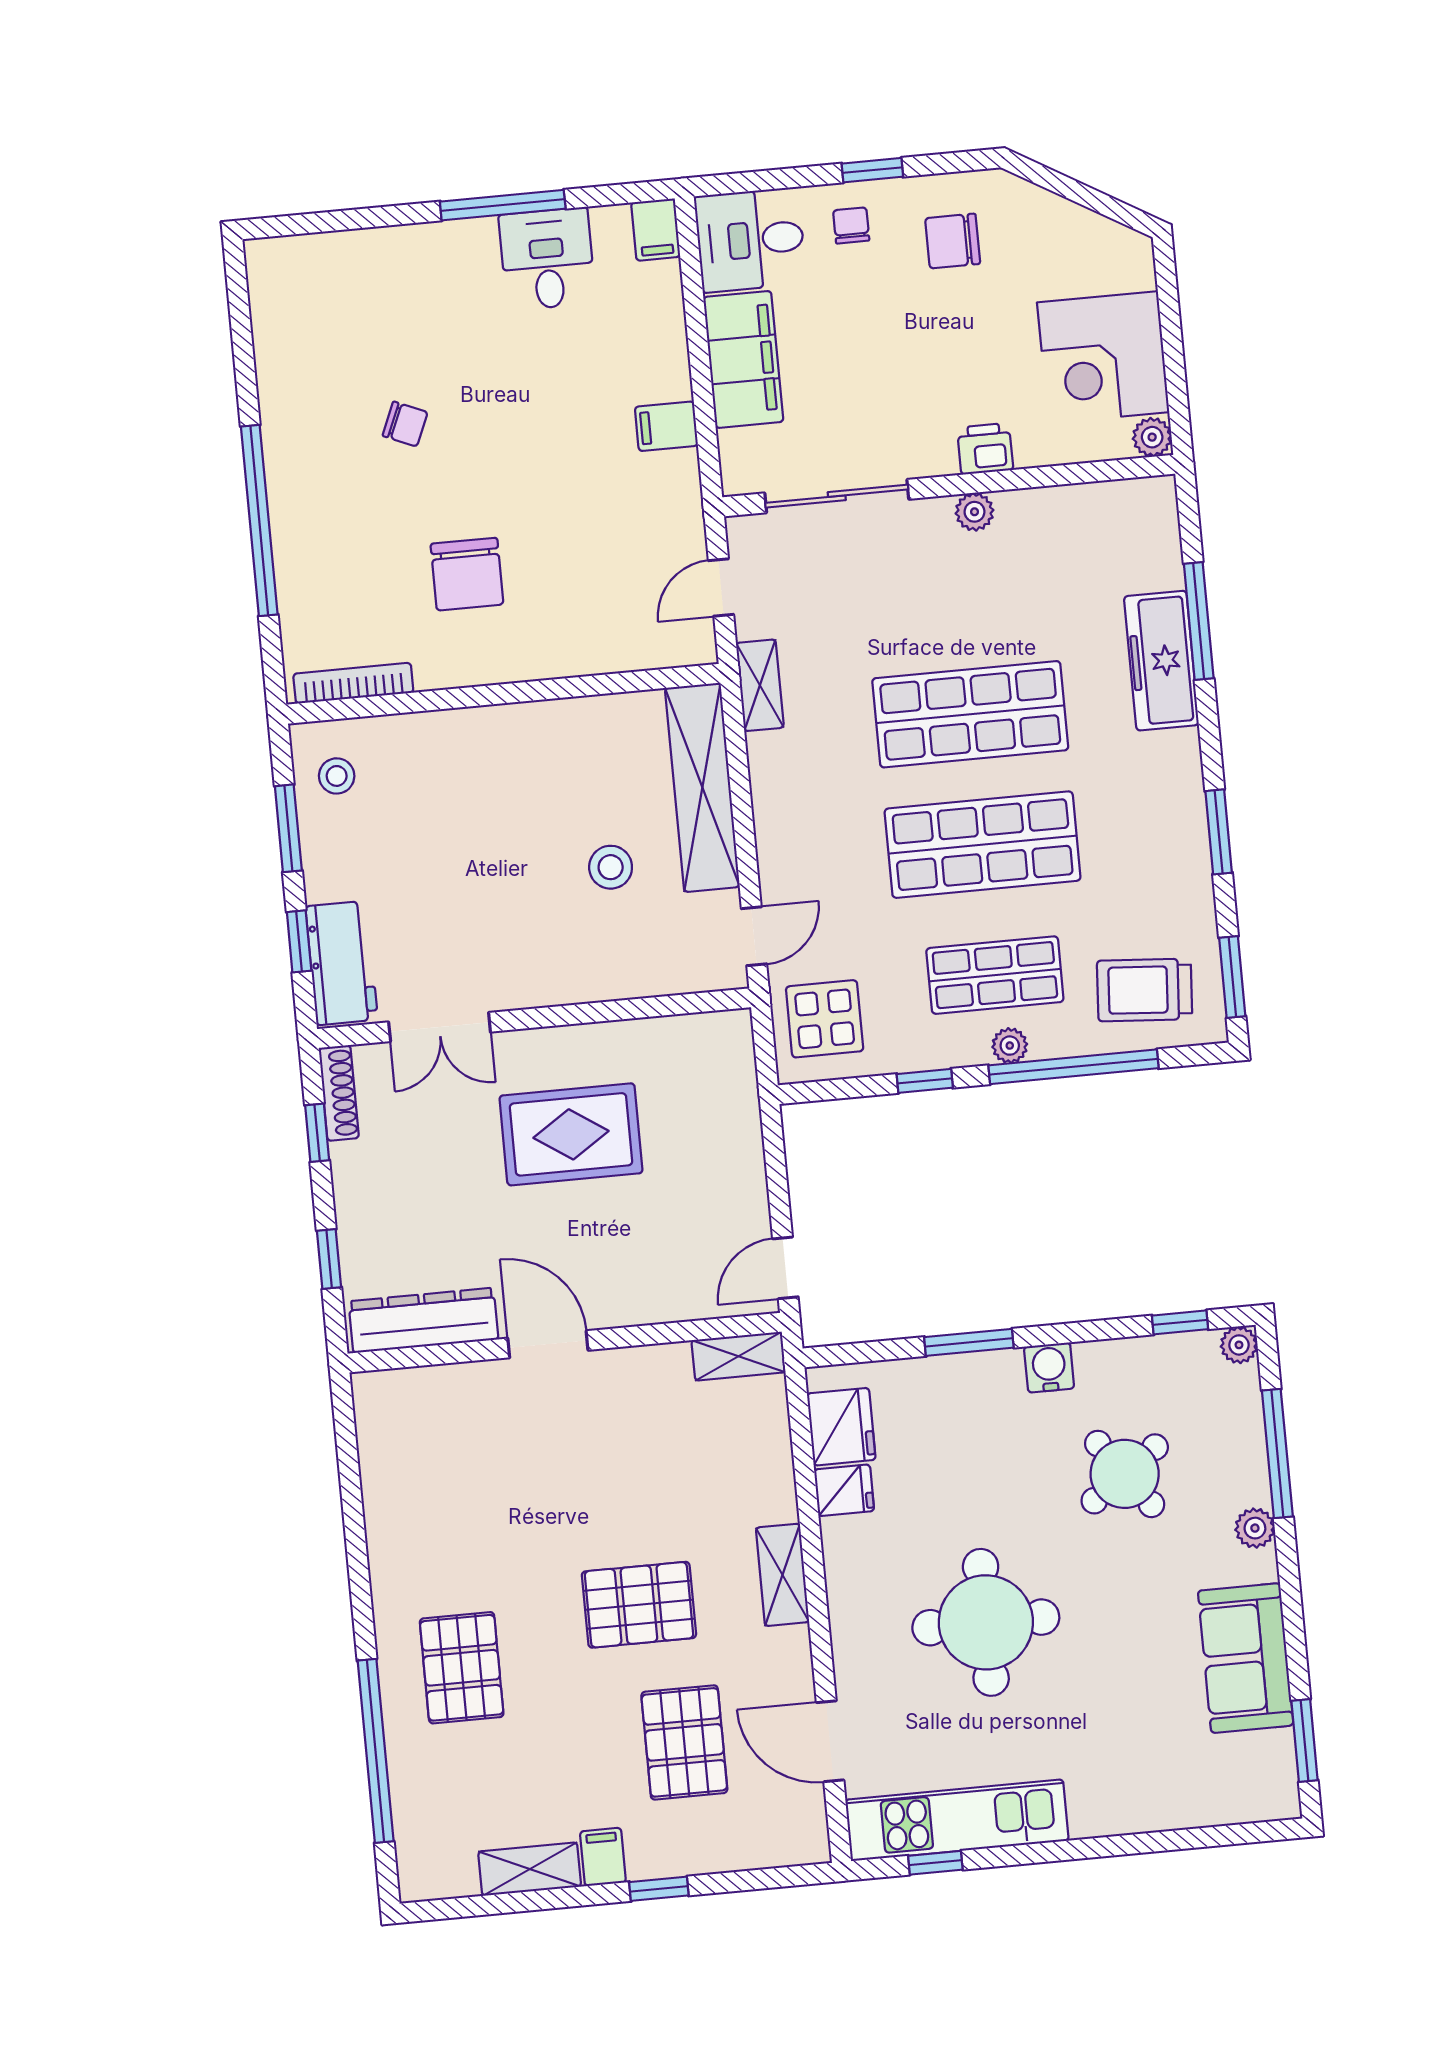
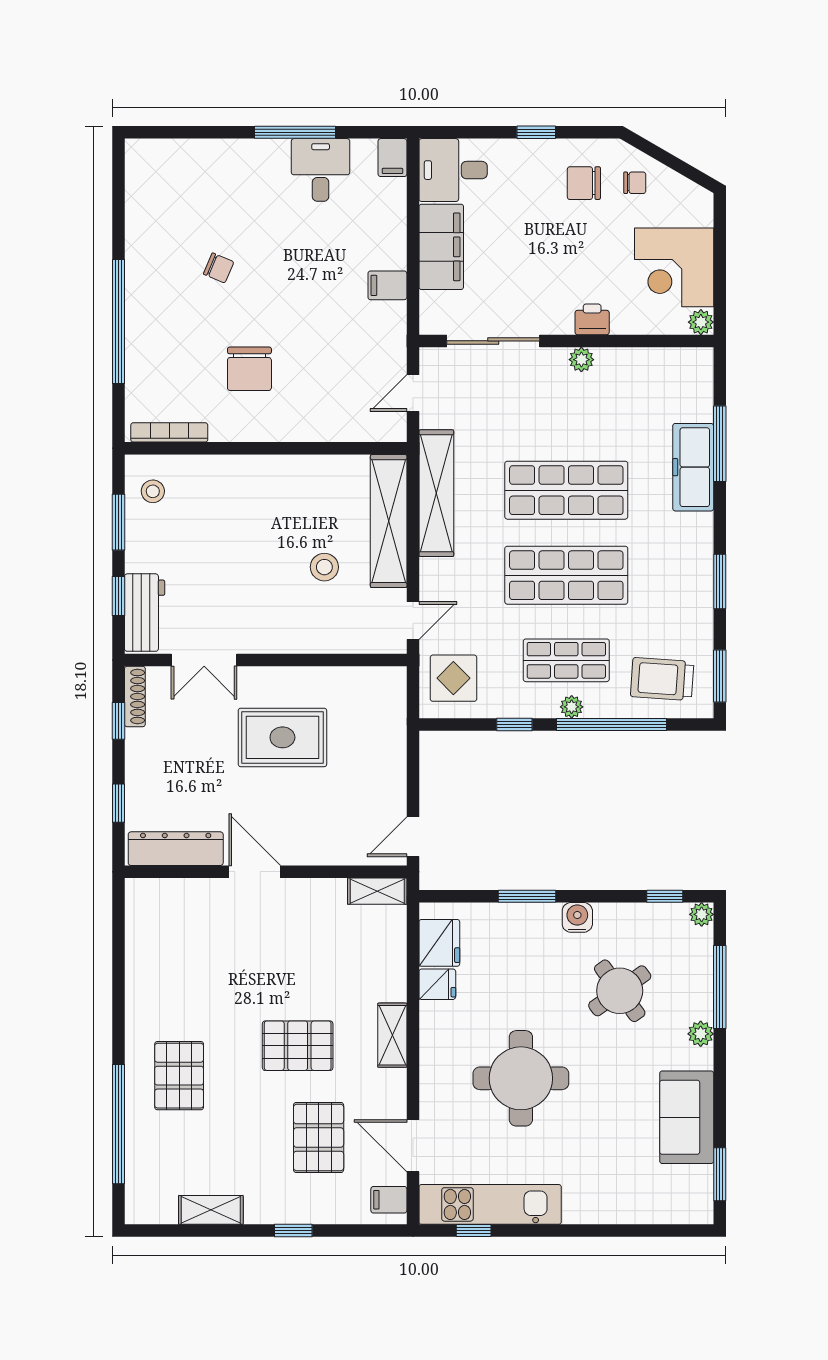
chair: (851, 225) -> (635, 183), moved, turned 90
shelving: (760, 685) -> (436, 493), width x2.20, depth x1.33
filing cabinet: (603, 1857) -> (389, 1200), moved, turned -90

